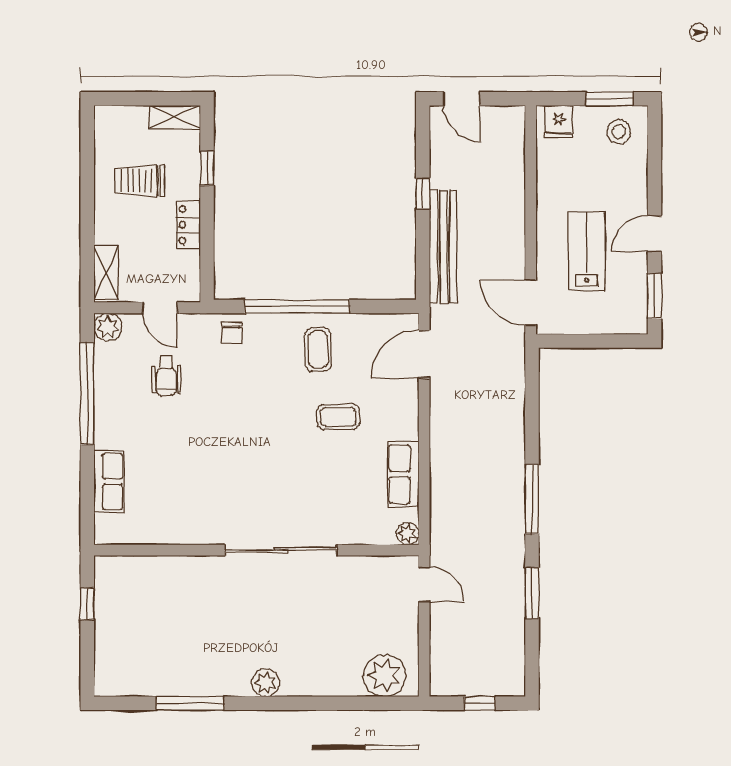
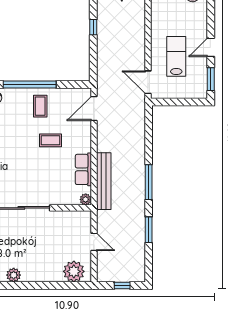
bench: (443, 247) -> (104, 181), moved
door: (424, 585) -> (94, 242), moved

